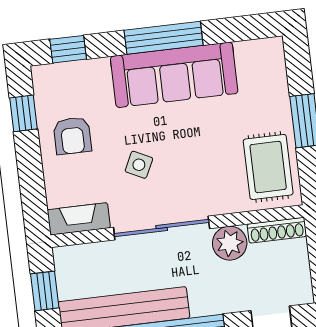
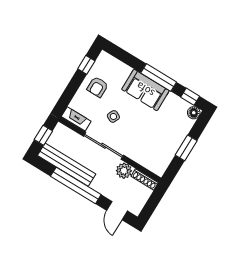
window: (68, 49) -> (190, 97), moved
floor lamp: (271, 51) -> (194, 113), added
sofa: (174, 75) -> (145, 90), width x0.73
rug: (268, 167) -> (160, 154), removed

